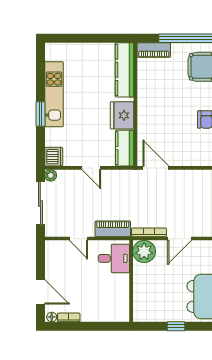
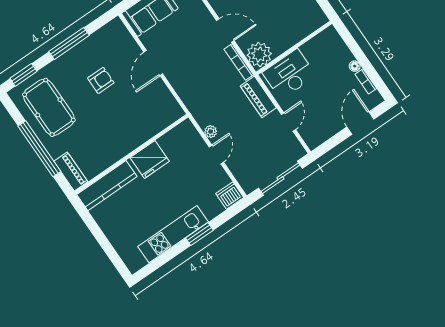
kitchen counter: (125, 148) -> (178, 137), removed
door: (156, 168) -> (153, 63), moved
plant: (51, 175) -> (211, 132), moved
desk: (114, 258) -> (289, 74), width x1.37
floor lamp: (52, 317) -> (355, 66), moved

